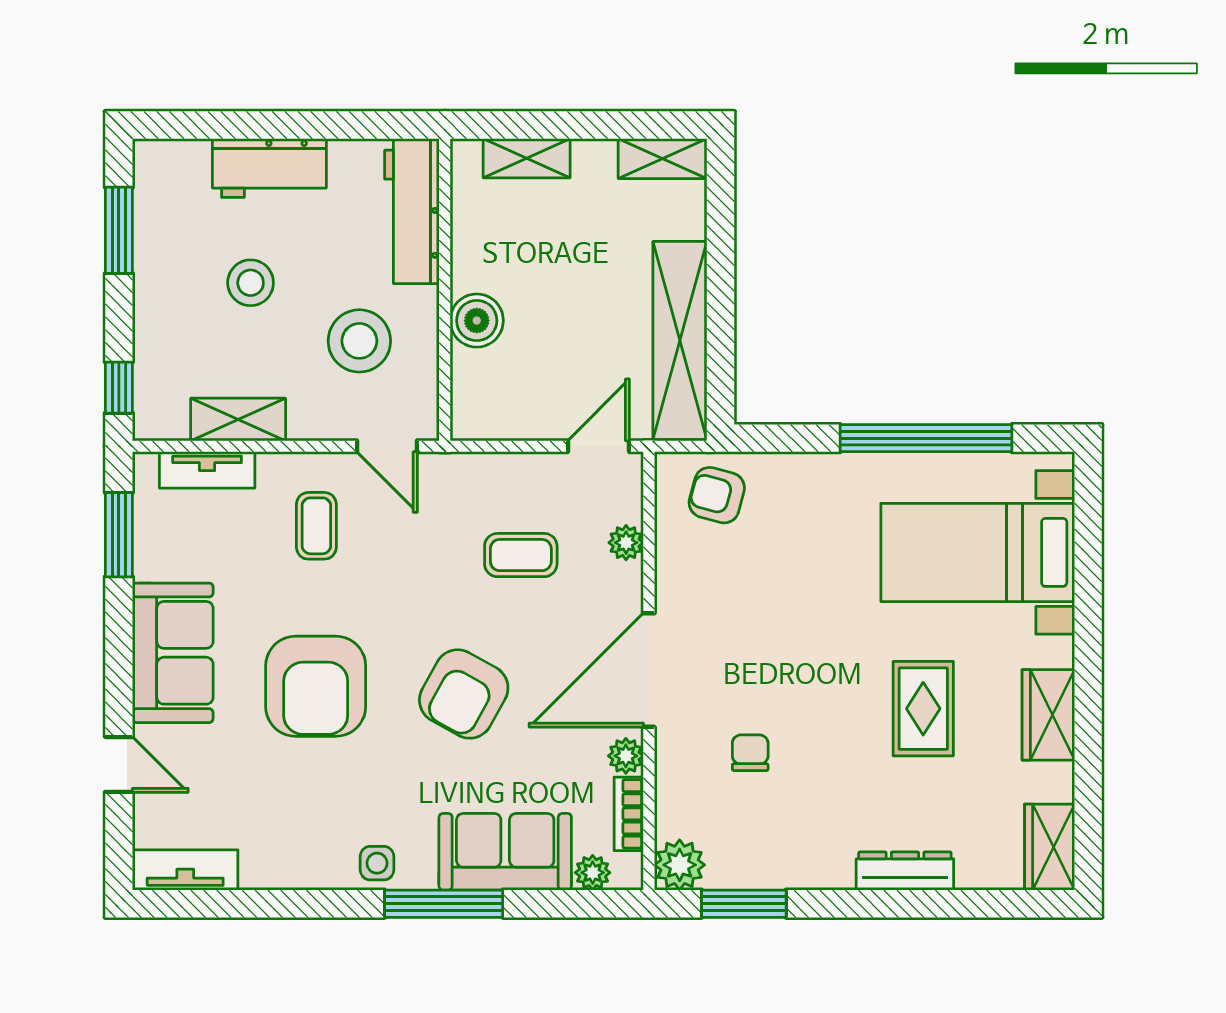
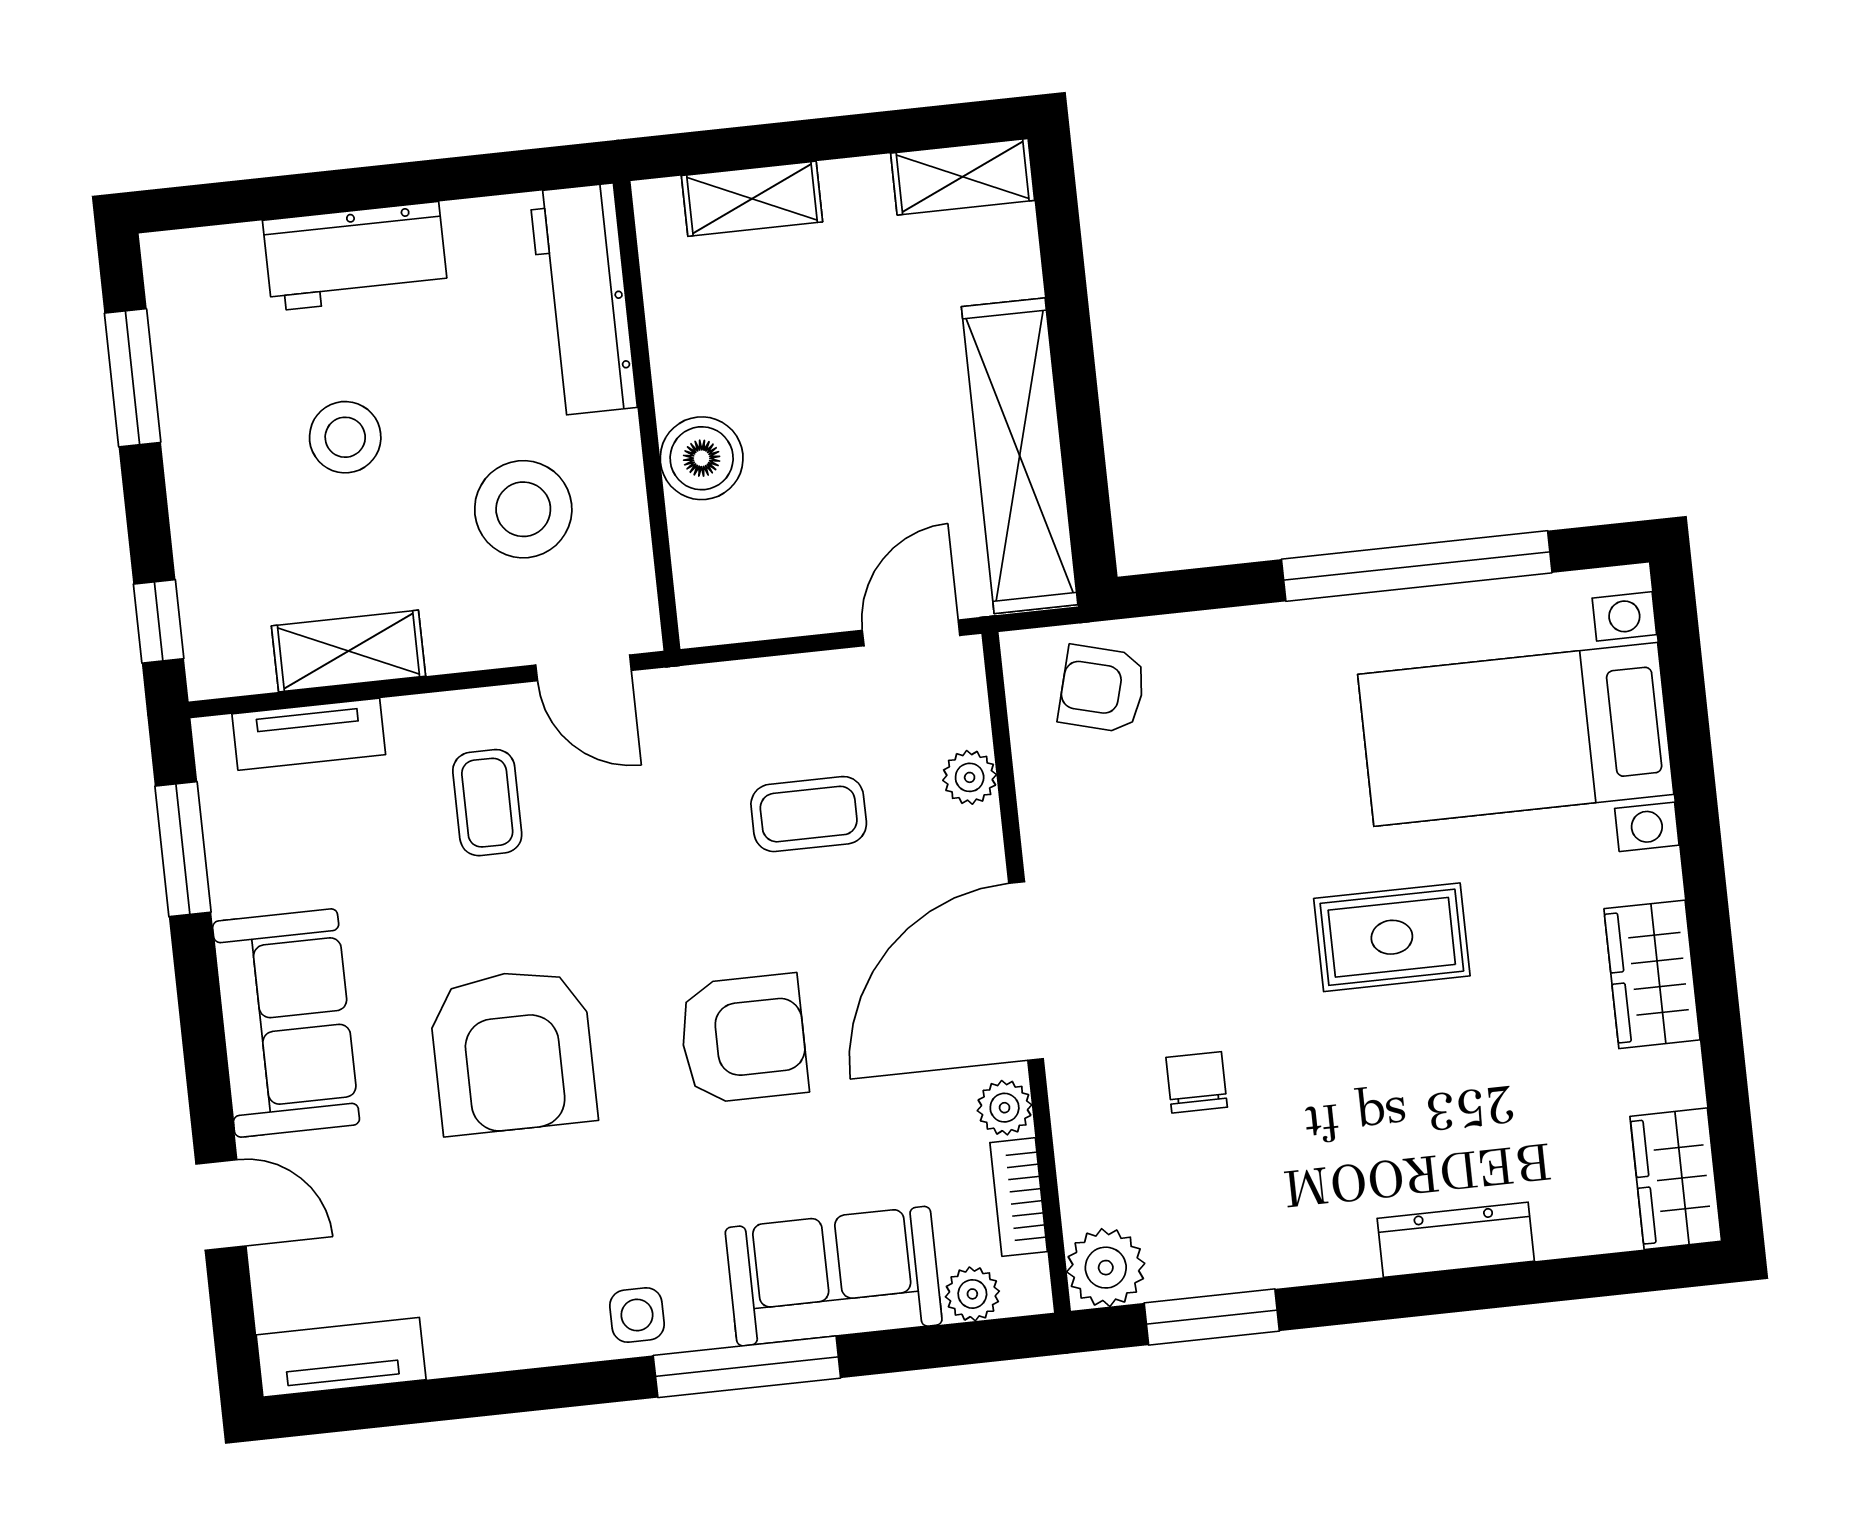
armchair: (464, 694) -> (743, 1039), turned -119
rug: (923, 709) -> (1392, 937), moved, turned 90

